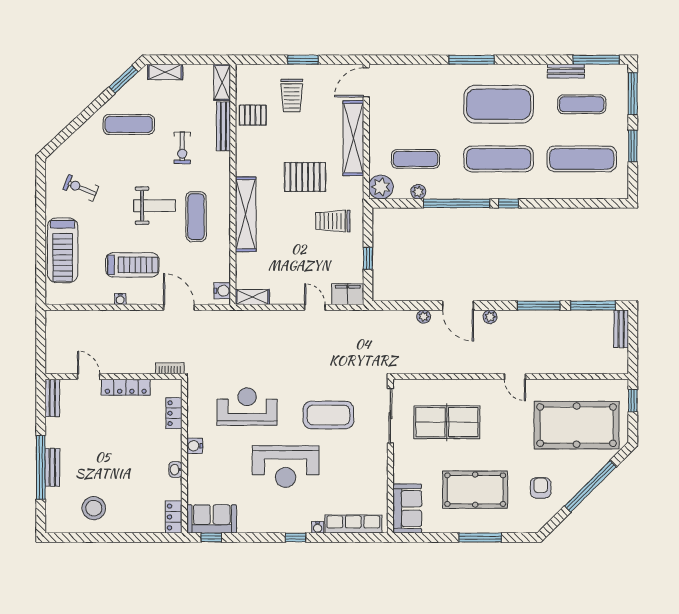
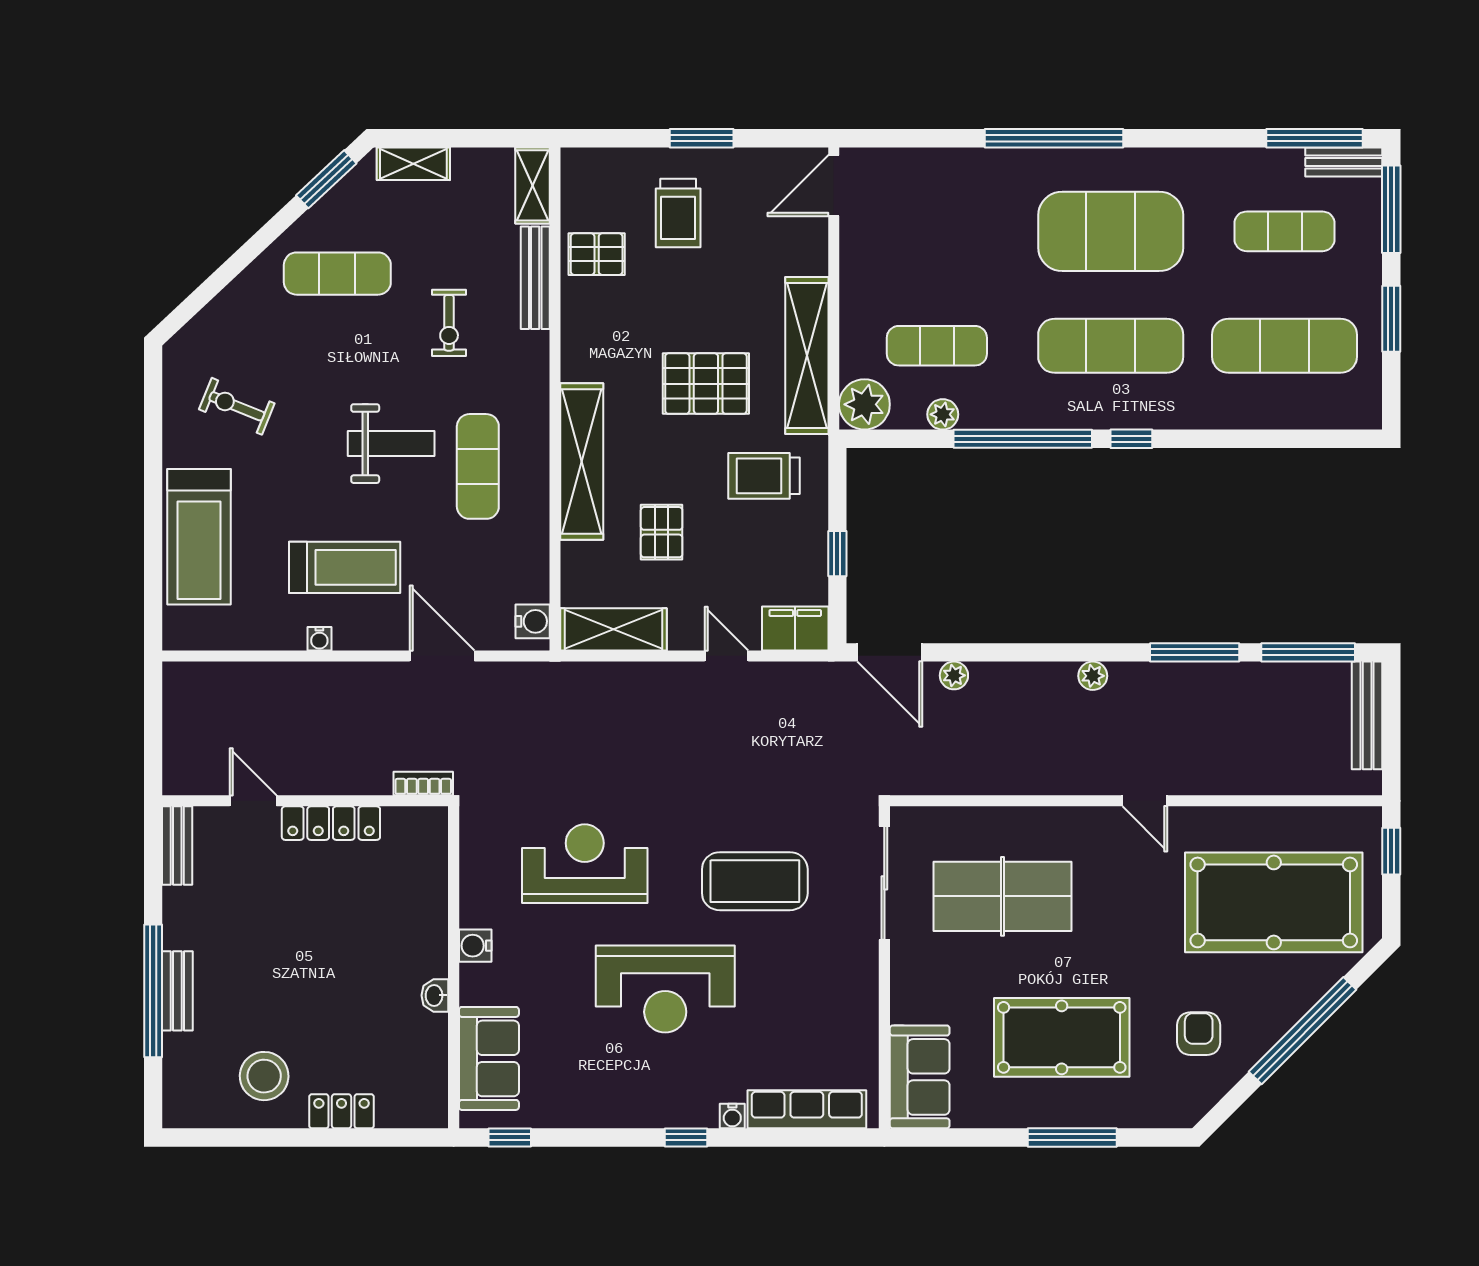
window: (472, 60) -> (1054, 138), width x1.46
bench: (566, 71) -> (1344, 162), moved
shelving: (353, 138) -> (807, 356), moved
pallet: (284, 248) -> (662, 532), added
shelving: (252, 297) -> (614, 629), width x1.50, depth x1.33
door: (458, 306) -> (890, 652), moved
bench: (621, 329) -> (1367, 715), width x1.36
locker: (174, 413) -> (432, 877), removed
locker: (174, 517) -> (341, 1111), moved, turned 90
sofa: (212, 519) -> (489, 1058), moved, turned 90

